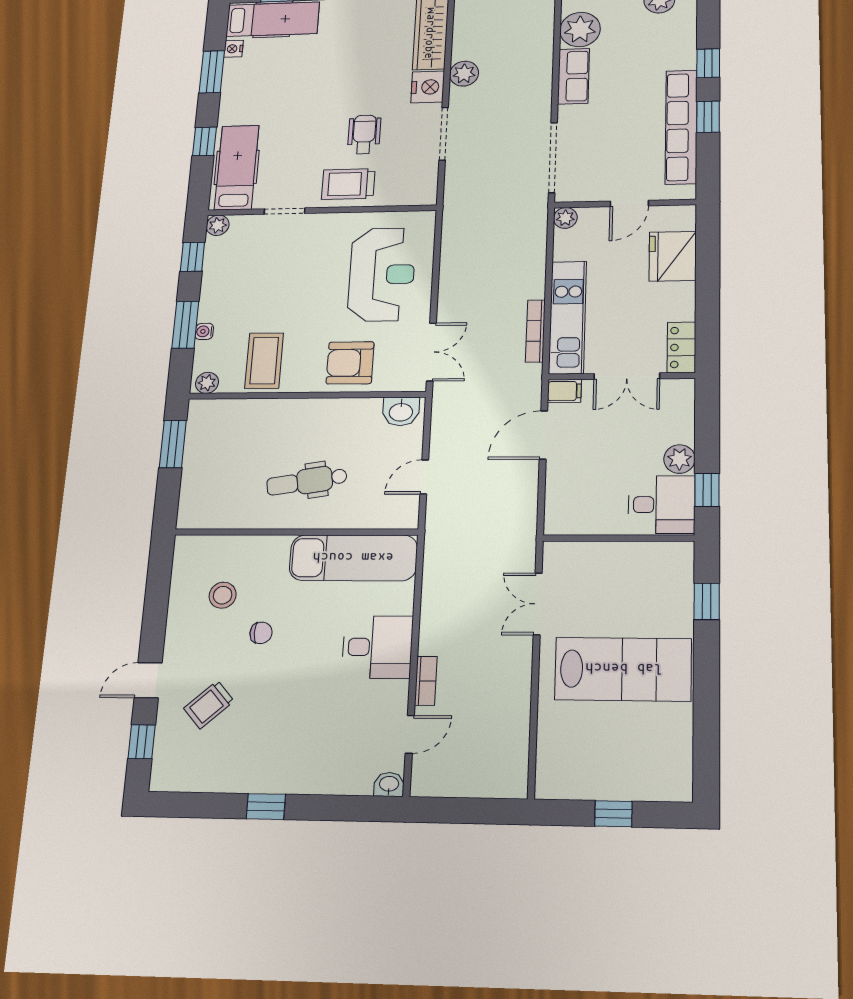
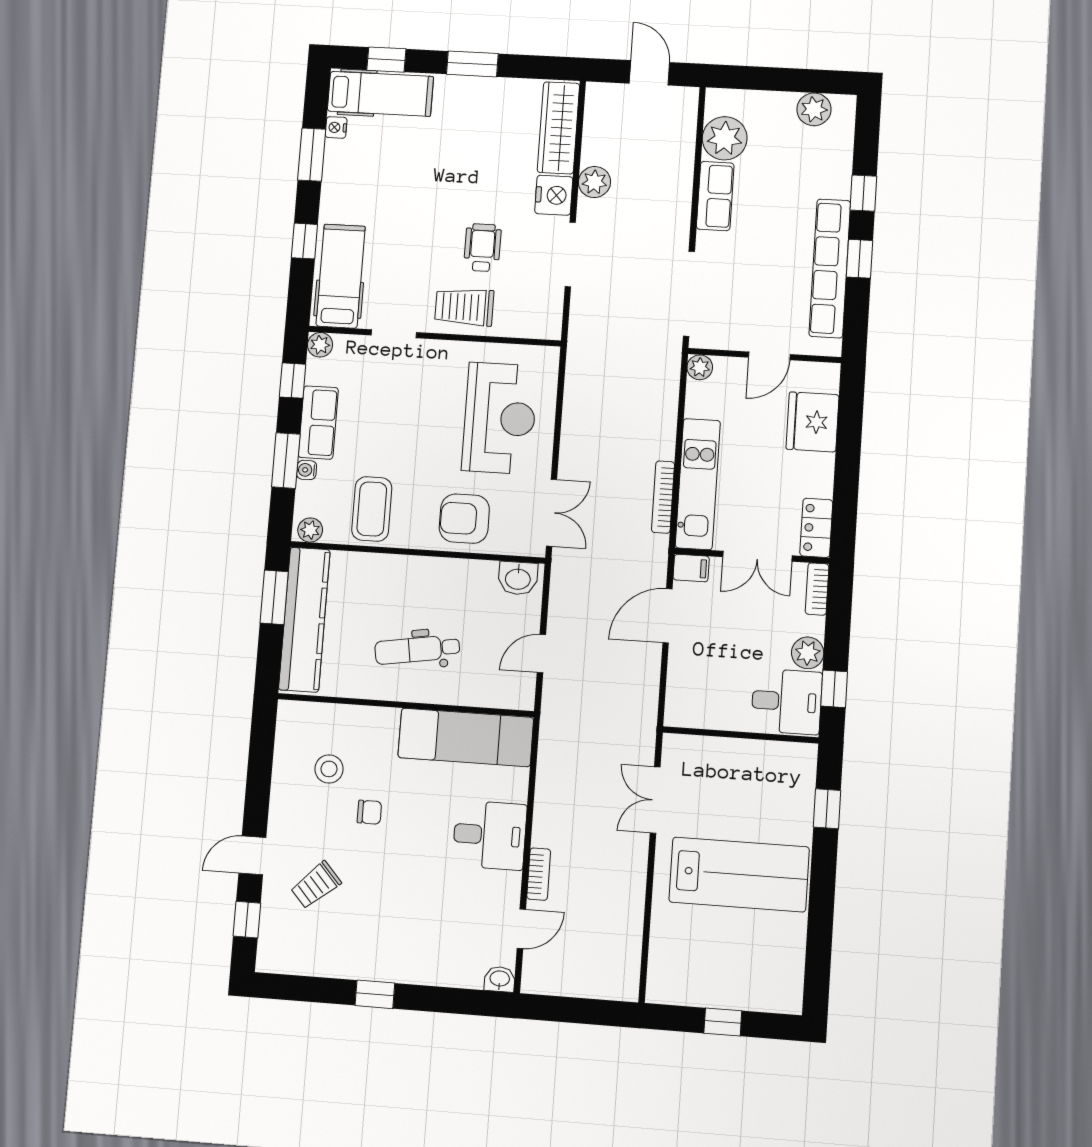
row of seats: (215, 290) -> (318, 423), added
bookcase: (685, 401) -> (817, 589), added
kitchen counter: (201, 462) -> (304, 620), added

